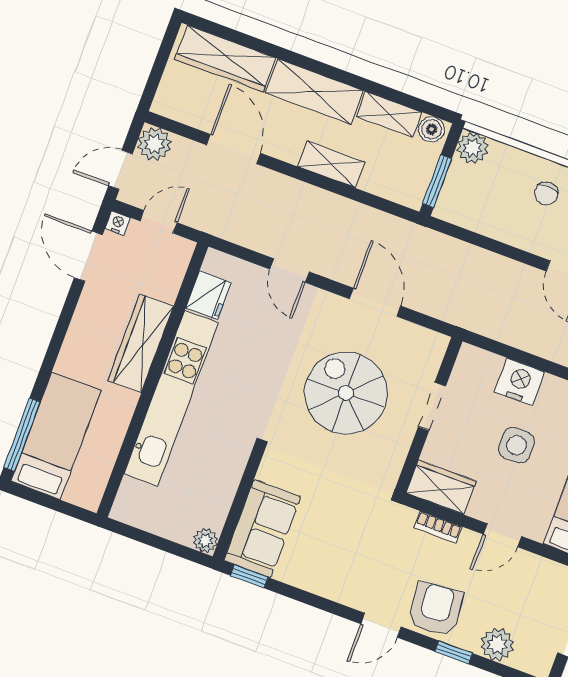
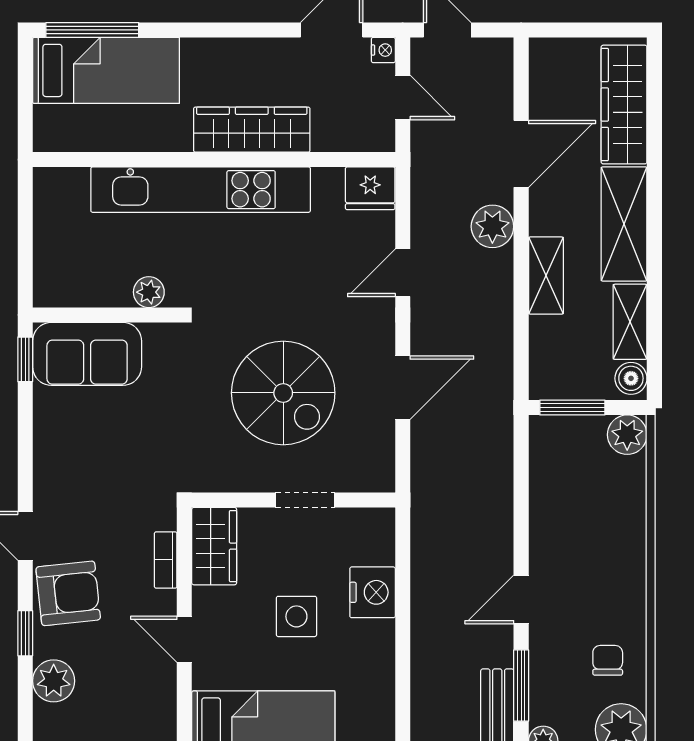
plant: (154, 144) -> (492, 226), moved
chair: (546, 193) -> (606, 541), removed
fridge: (208, 295) -> (370, 188), moved
spiral stairs: (346, 393) -> (283, 393), turned 90
plant: (205, 541) -> (149, 292), moved

